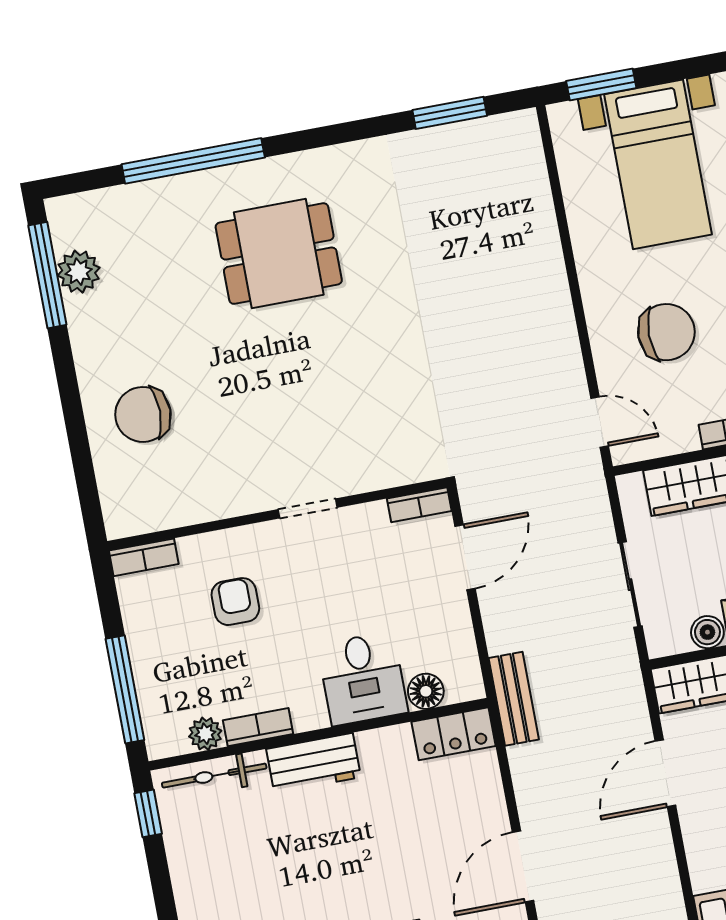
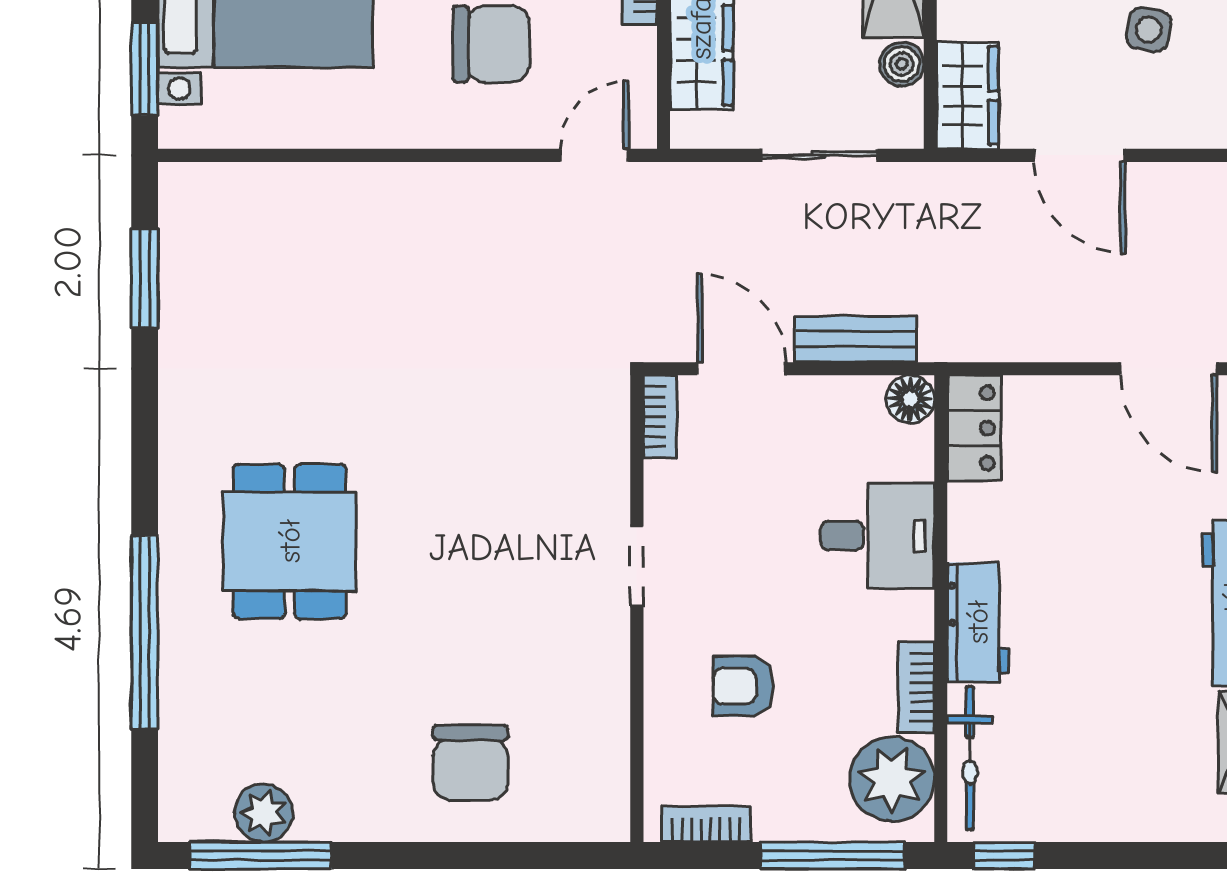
chair: (666, 332) -> (491, 44), turned 90
bookcase: (144, 557) -> (706, 824), moved, turned -90
floor lamp: (426, 691) -> (910, 399), moved
bench: (514, 699) -> (856, 339), moved
plant: (205, 734) -> (892, 779), width x1.88, depth x1.88

